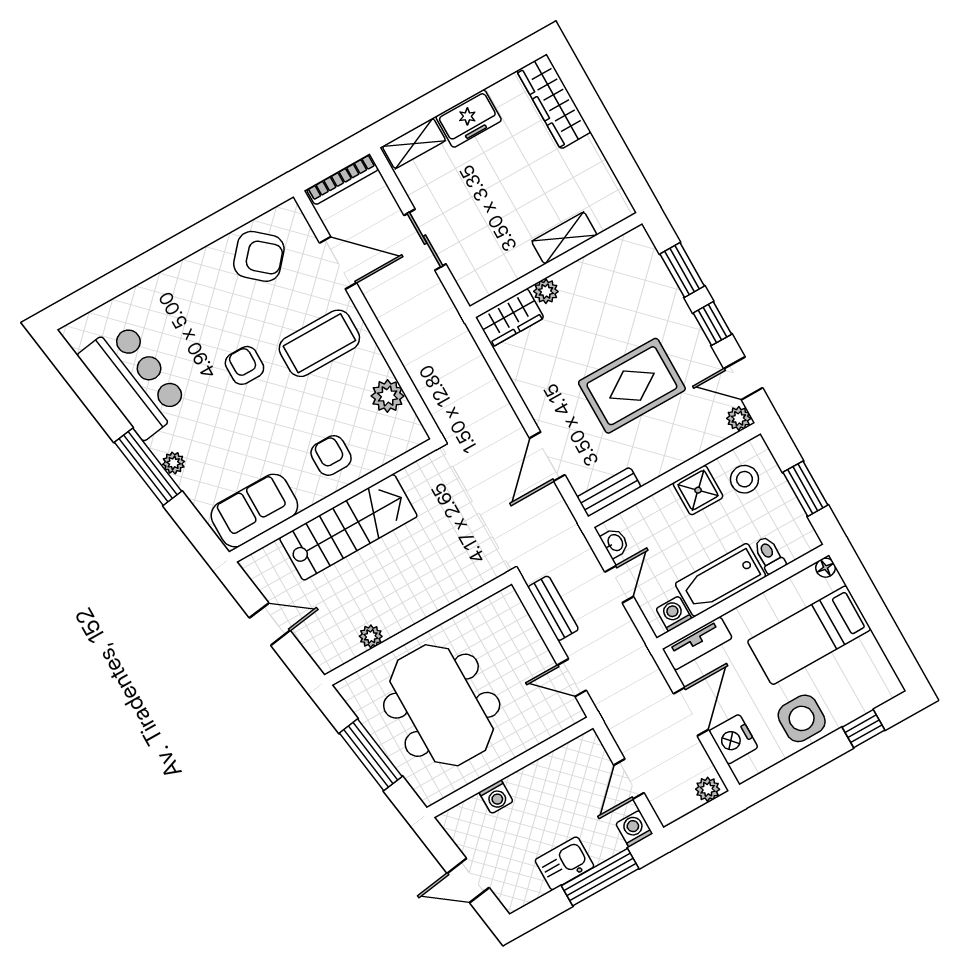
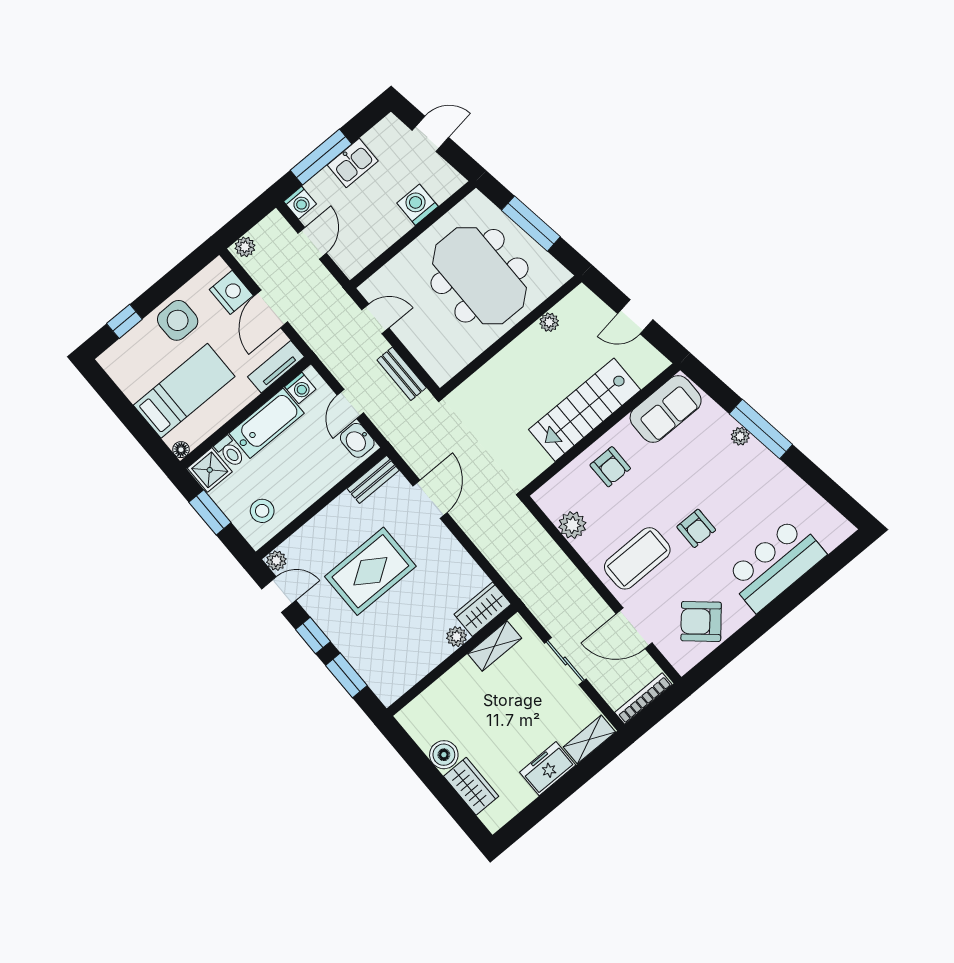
wardrobe: (554, 101) -> (471, 786), width x0.67
boiler: (586, 157) -> (444, 755), added
shelving: (564, 238) -> (495, 646), moved
bar counter: (134, 380) -> (775, 565), moved, turned 98
shower: (698, 490) -> (210, 470), moved
washbasin: (615, 543) -> (357, 440), width x1.38, depth x1.45
washing machine: (496, 797) -> (417, 205), width x1.38, depth x1.38

